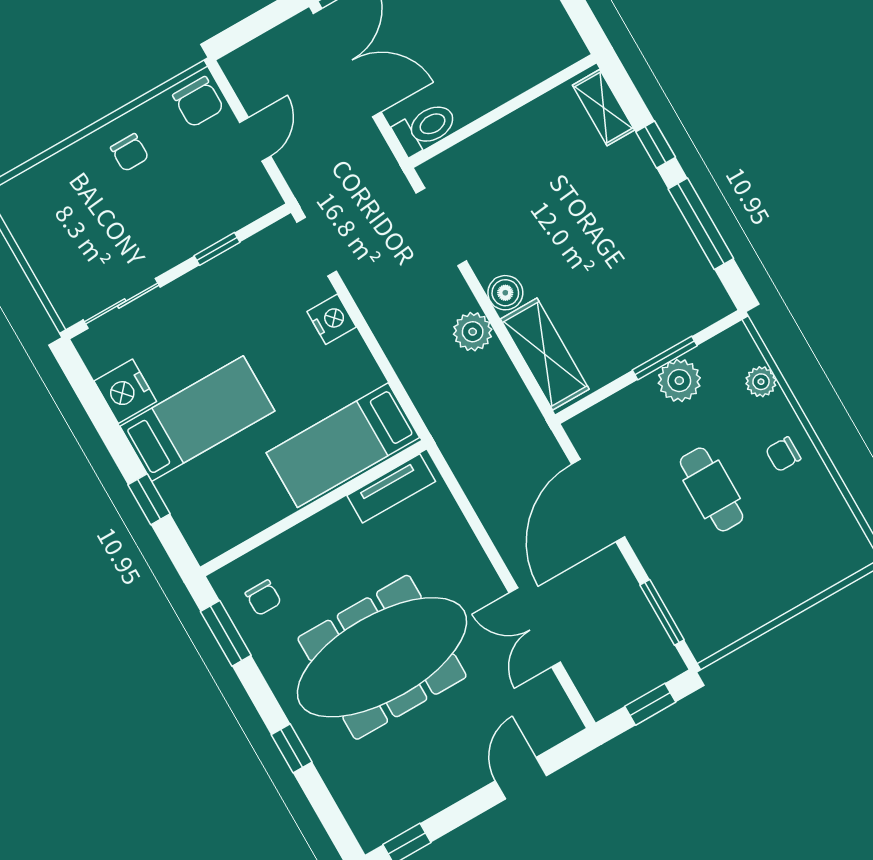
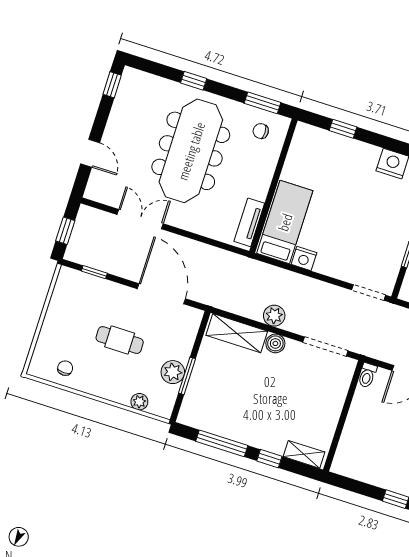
toilet: (425, 128) -> (367, 375), width x0.73, depth x0.72
nightstand: (332, 319) -> (304, 258), moved
bed: (197, 419) -> (353, 179), removed
chair: (783, 454) -> (65, 368), moved
window: (662, 612) -> (94, 272), width x0.67

